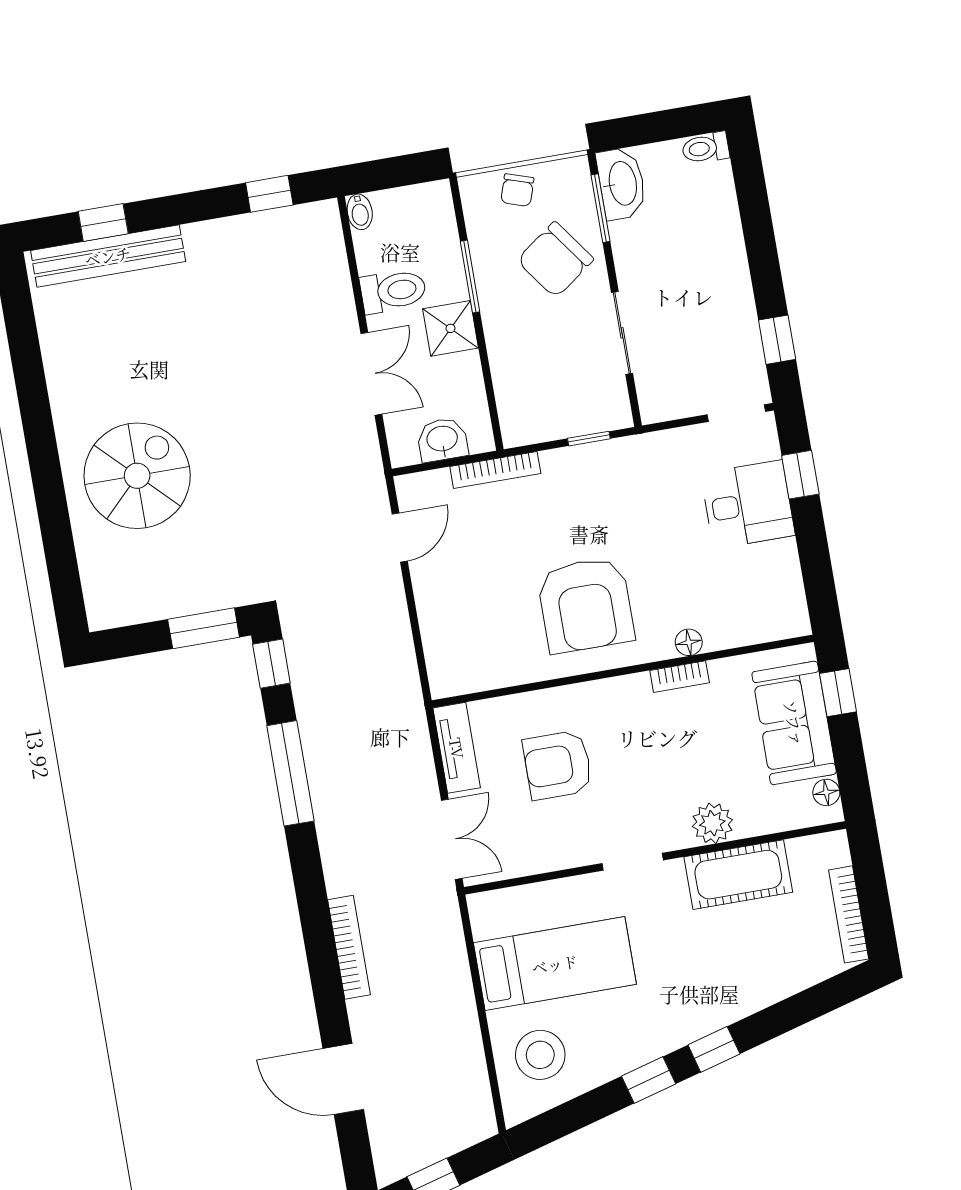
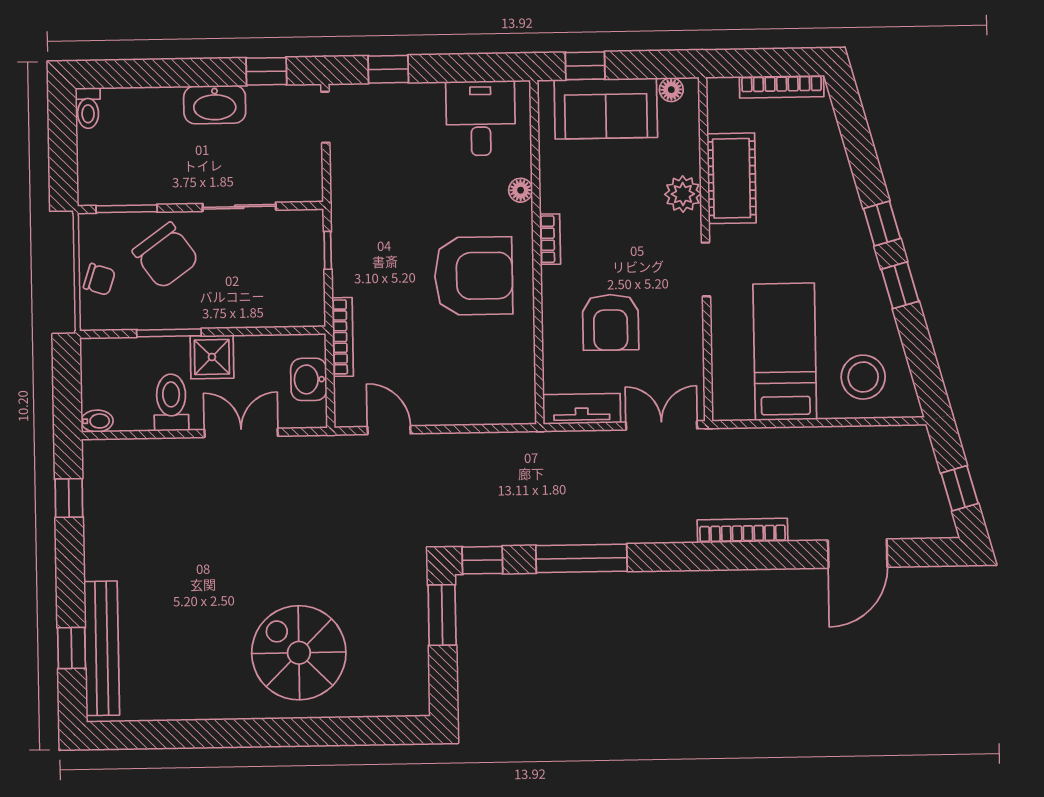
washbasin: (622, 184) -> (215, 105), moved, turned 180
desk: (748, 504) -> (481, 118), moved
bookcase: (680, 677) -> (550, 239), moved

